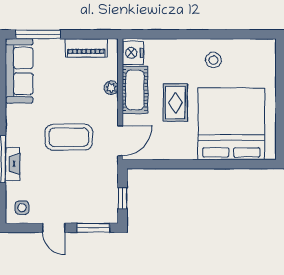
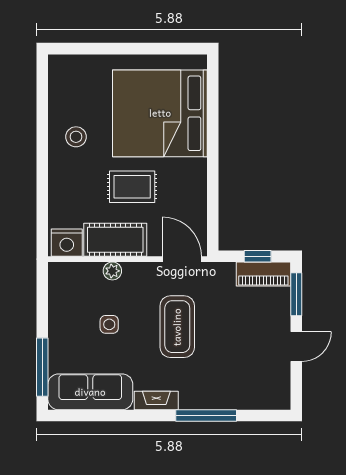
piano: (86, 48) -> (263, 274), moved, turned 90
fireplace: (13, 164) -> (156, 400), moved
side table: (22, 208) -> (109, 324), moved

